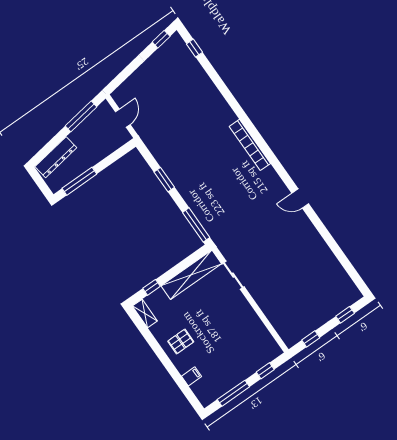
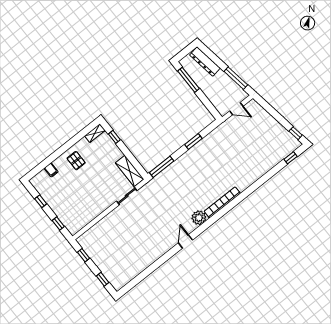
plant: (269, 178) -> (199, 218), added
shelving: (191, 275) -> (130, 171), width x0.68
window: (233, 393) -> (41, 201), width x0.46

